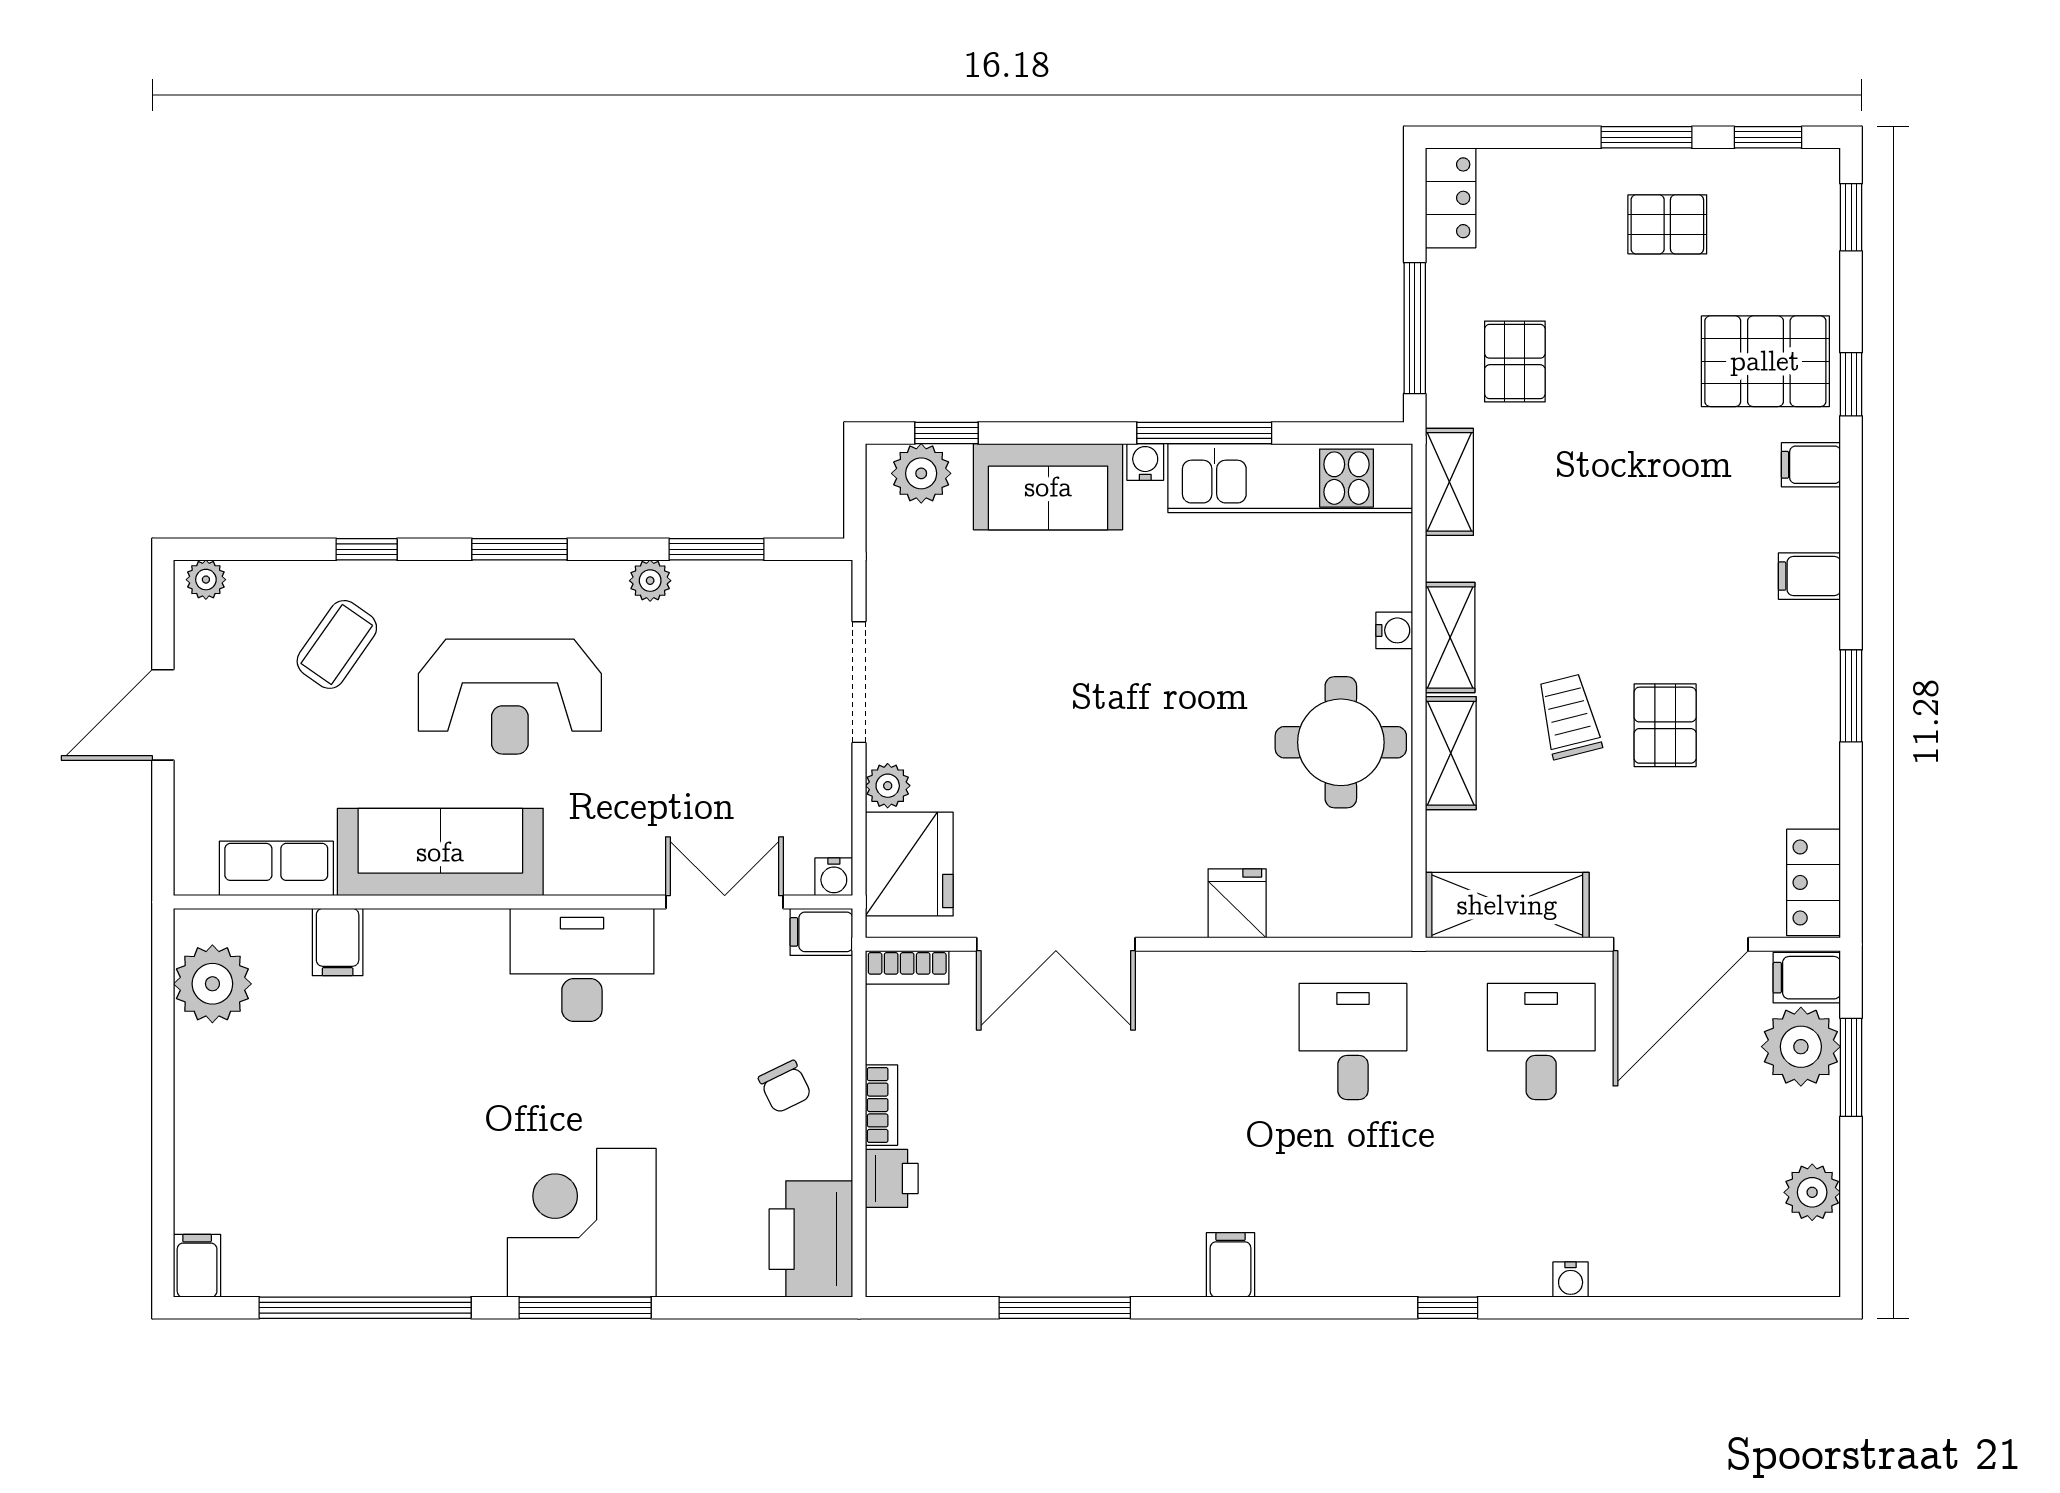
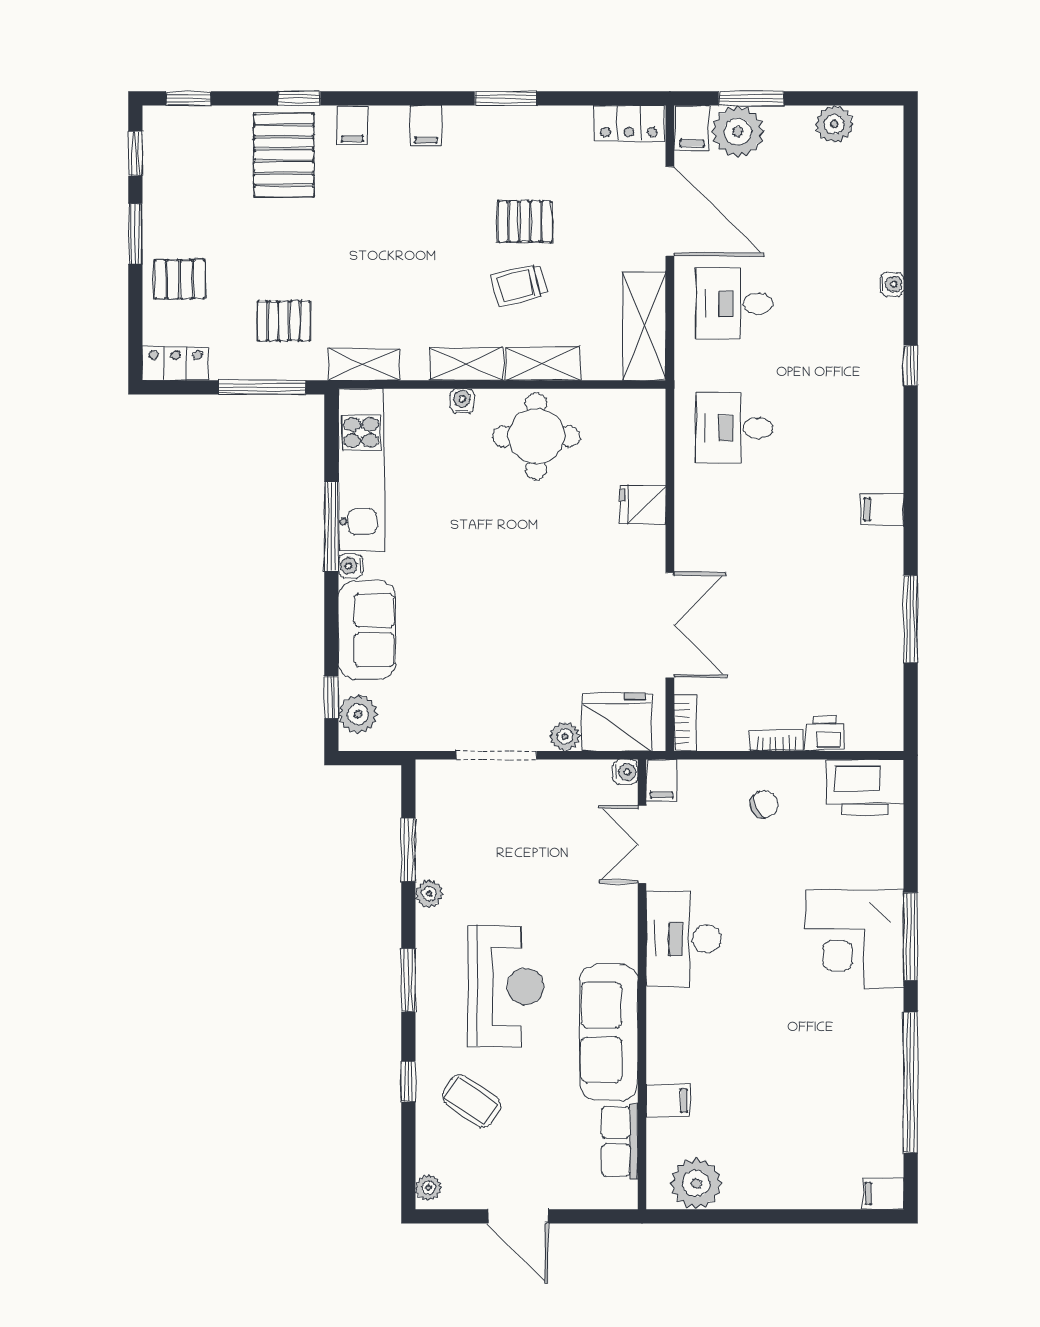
pallet: (1667, 224) -> (180, 279), moved, turned 90

